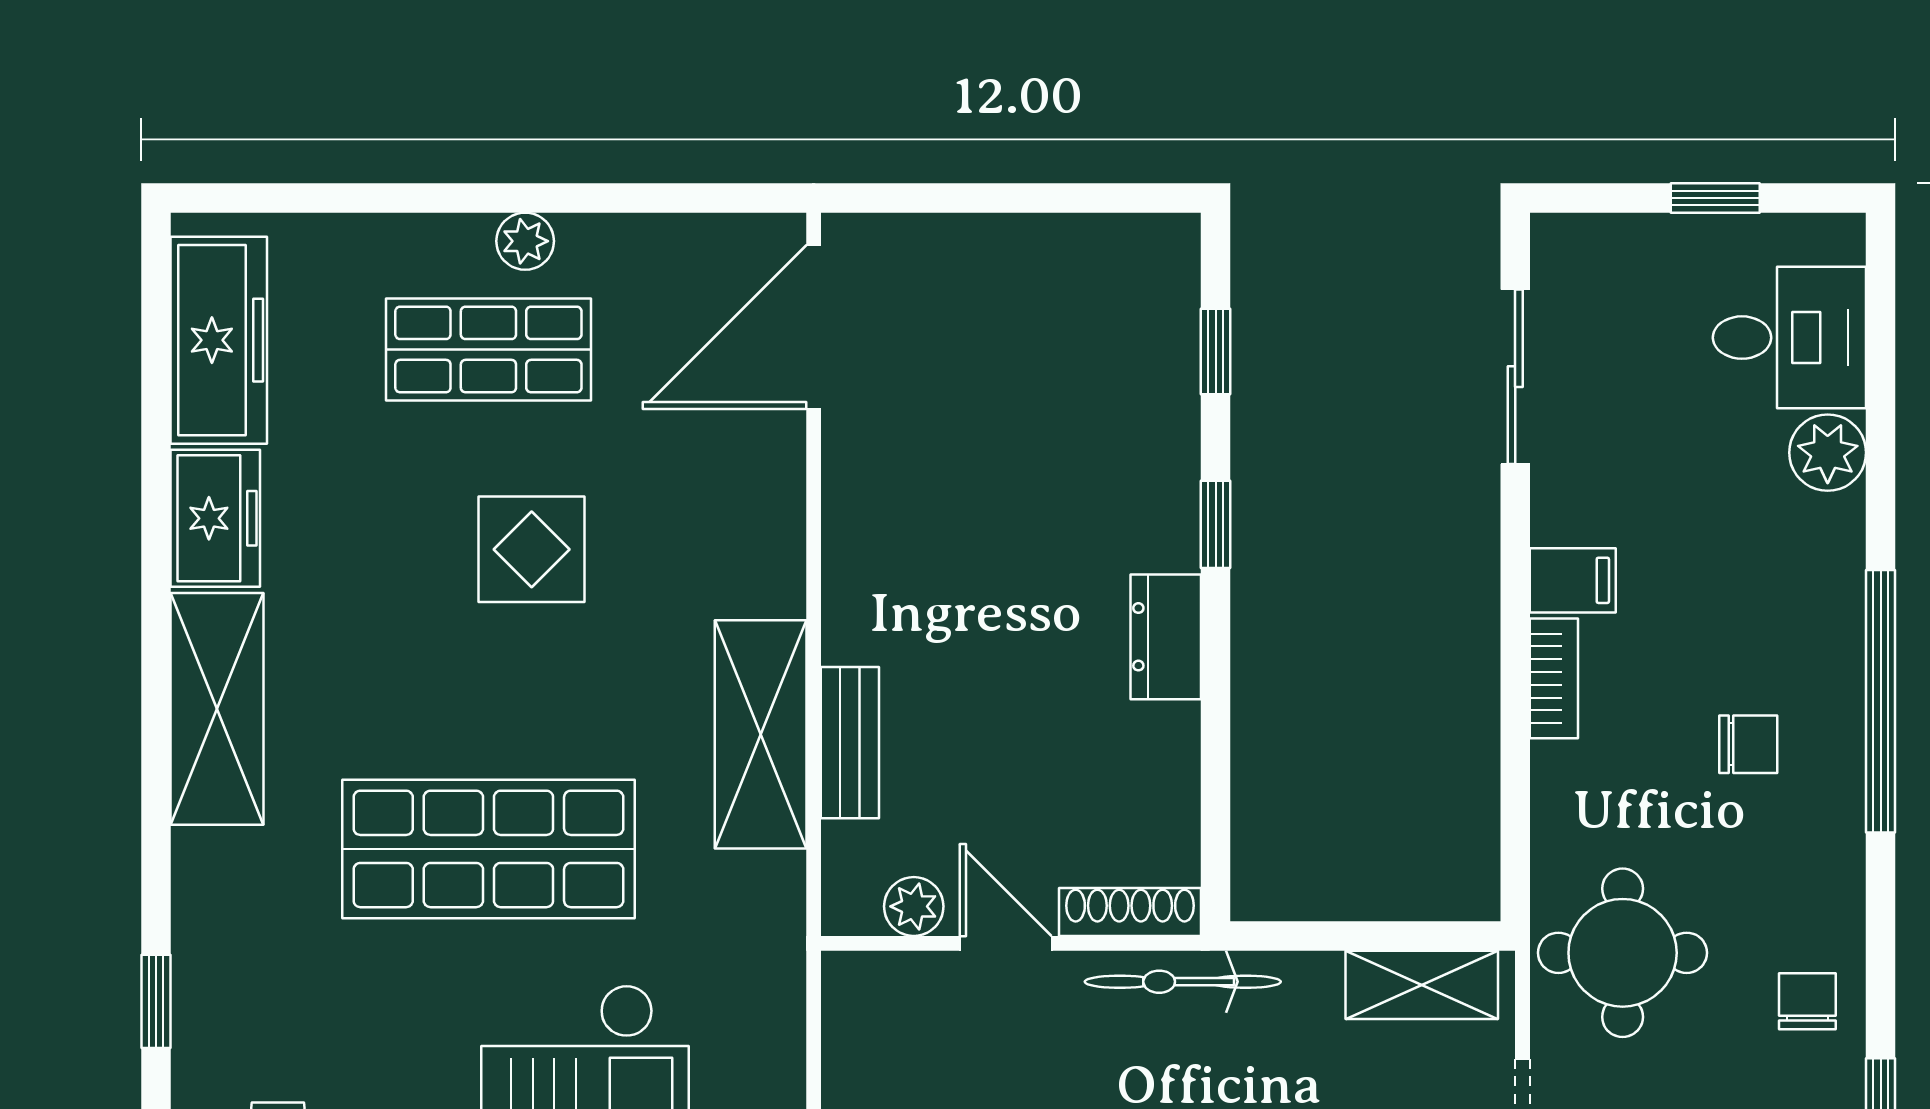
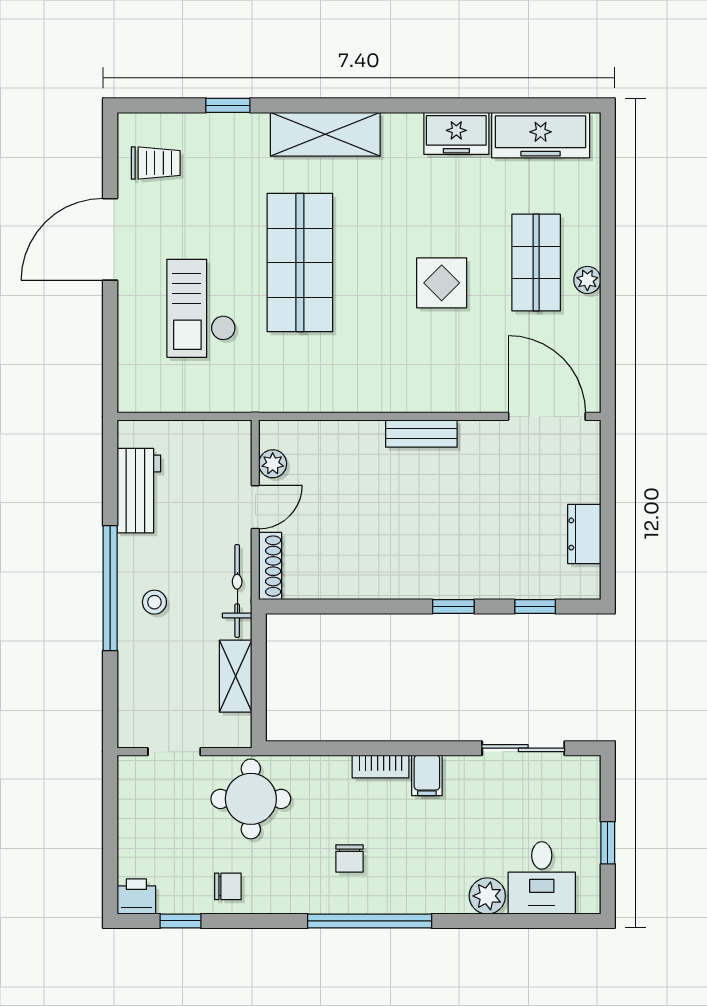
dresser: (1166, 637) -> (584, 534), moved, turned -90
shelving: (217, 709) -> (325, 134), moved
shelving: (761, 734) -> (354, 391), removed
bench: (850, 743) -> (421, 434), moved
shelving: (1422, 985) -> (236, 676), moved

